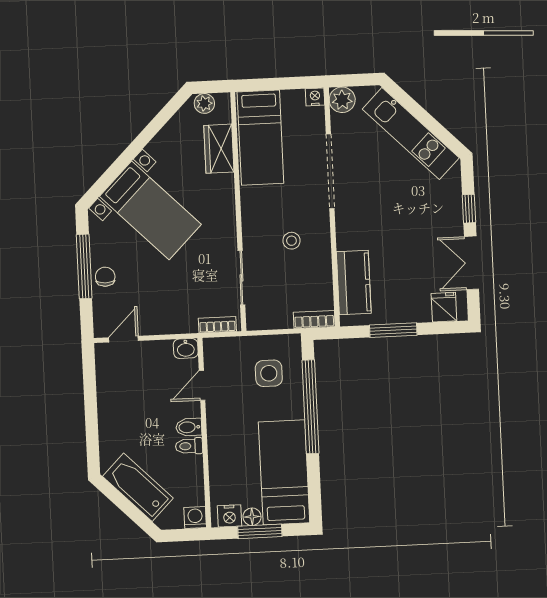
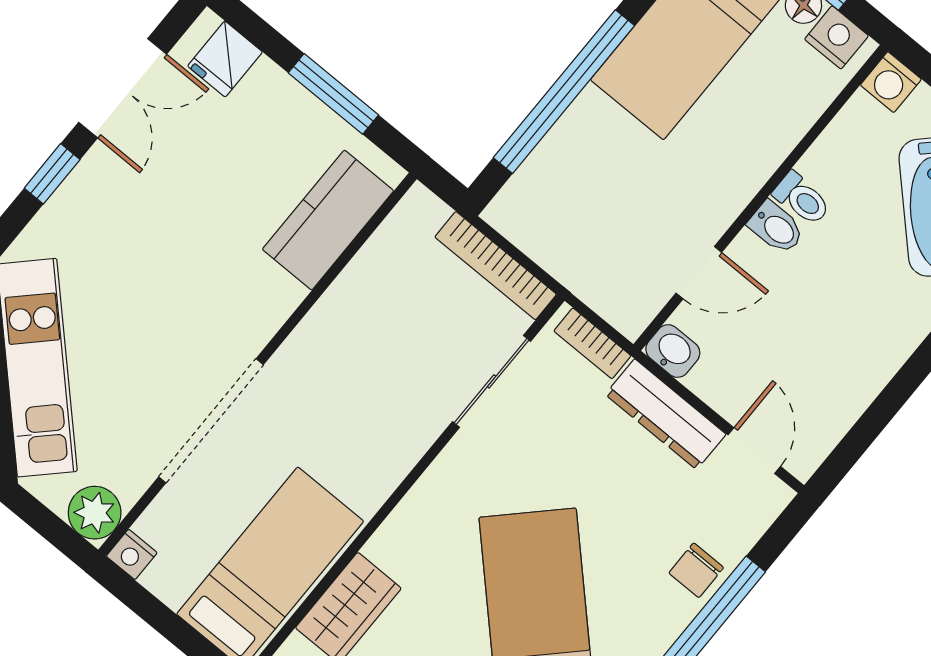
stool: (291, 241) -> (365, 369), removed
bookcase: (314, 319) -> (496, 266), moved, width x1.56
dresser: (168, 323) -> (666, 414), added
door: (123, 339) -> (754, 451), swing flipped
side table: (269, 373) -> (581, 199), removed

